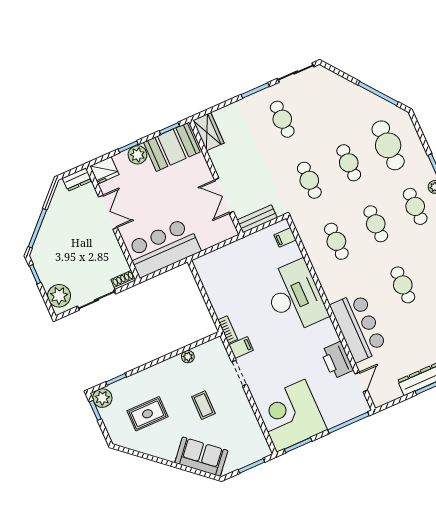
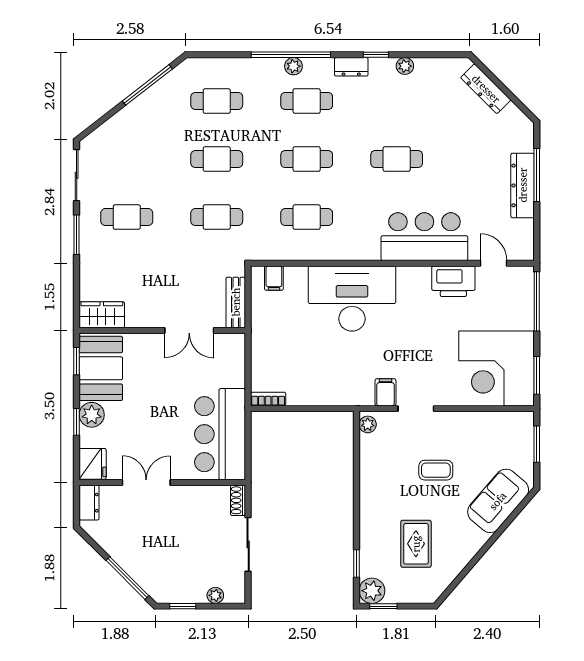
cafe table: (388, 145) -> (217, 101), width x0.73, depth x0.74
plant: (59, 296) -> (215, 595), width x0.53, depth x0.53
bookcase: (228, 330) -> (268, 399), moved
plant: (188, 357) -> (368, 424), moved

